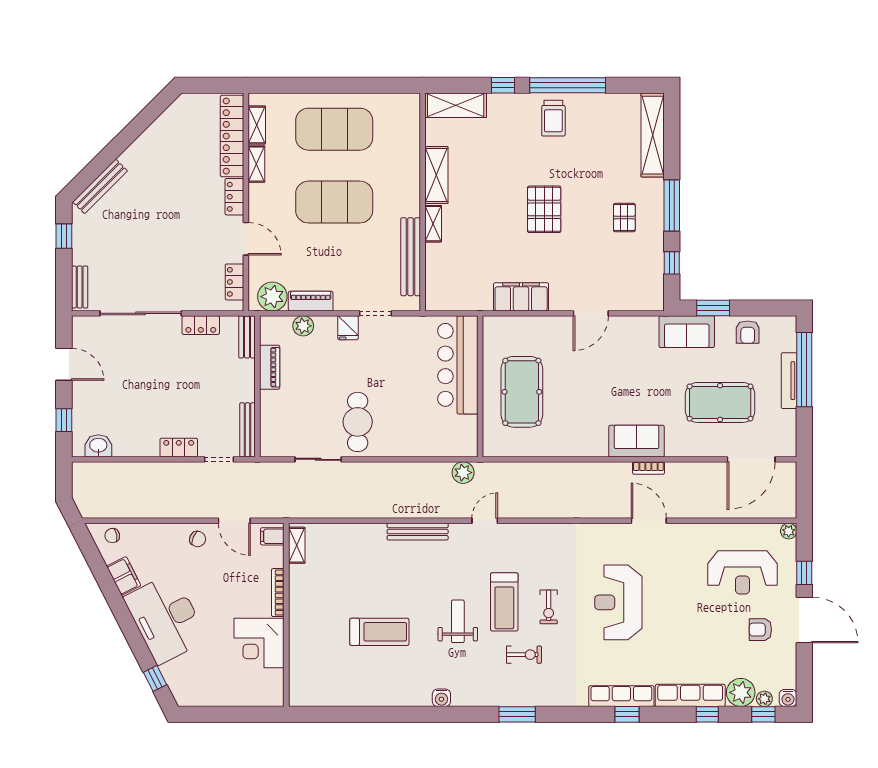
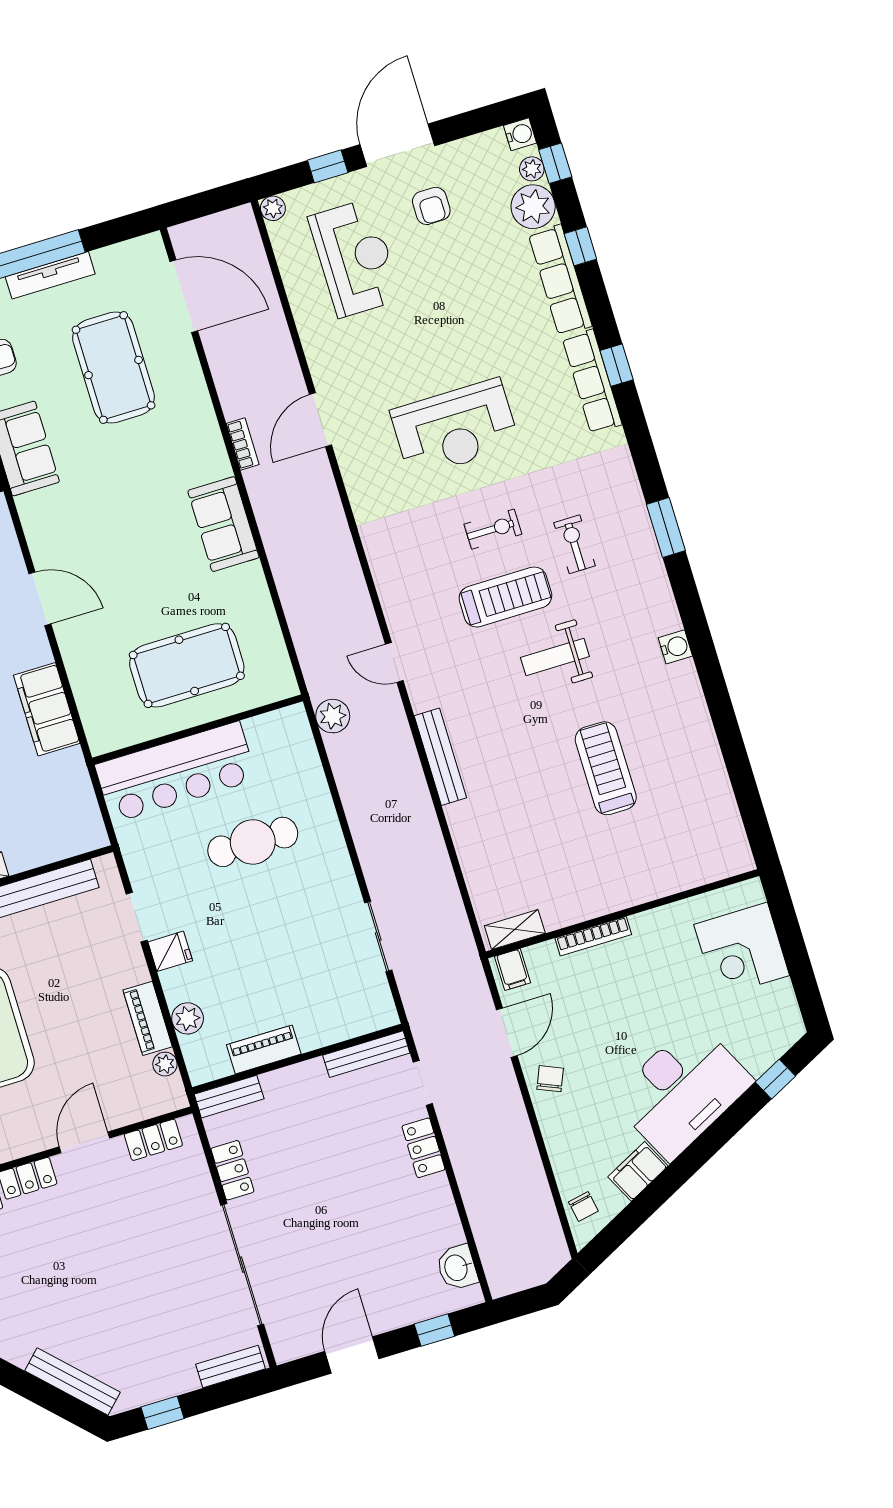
plant: (272, 297) -> (165, 1064), width x0.53, depth x0.53
cafe table: (358, 422) -> (253, 842), moved
sofa: (637, 441) -> (223, 524), moved
corner desk: (259, 643) -> (742, 950), moved, turned 90

